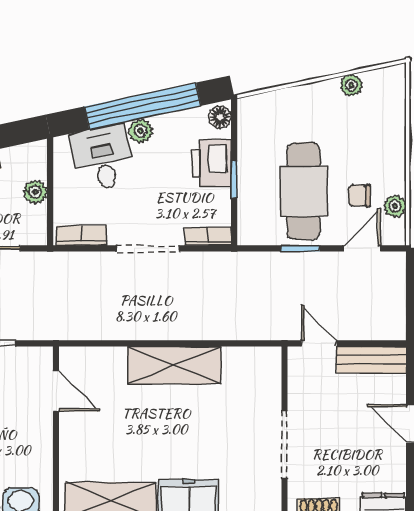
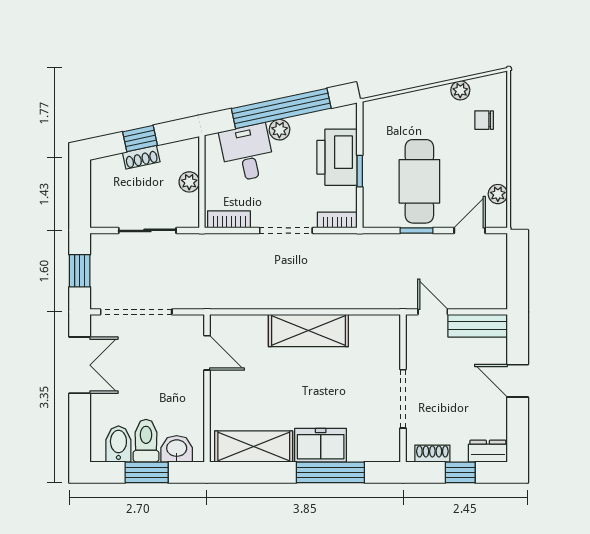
floor lamp: (220, 117) -> (348, 118), removed
printer: (211, 163) -> (337, 157), width x1.37, depth x1.19
chair: (360, 196) -> (484, 120), moved

